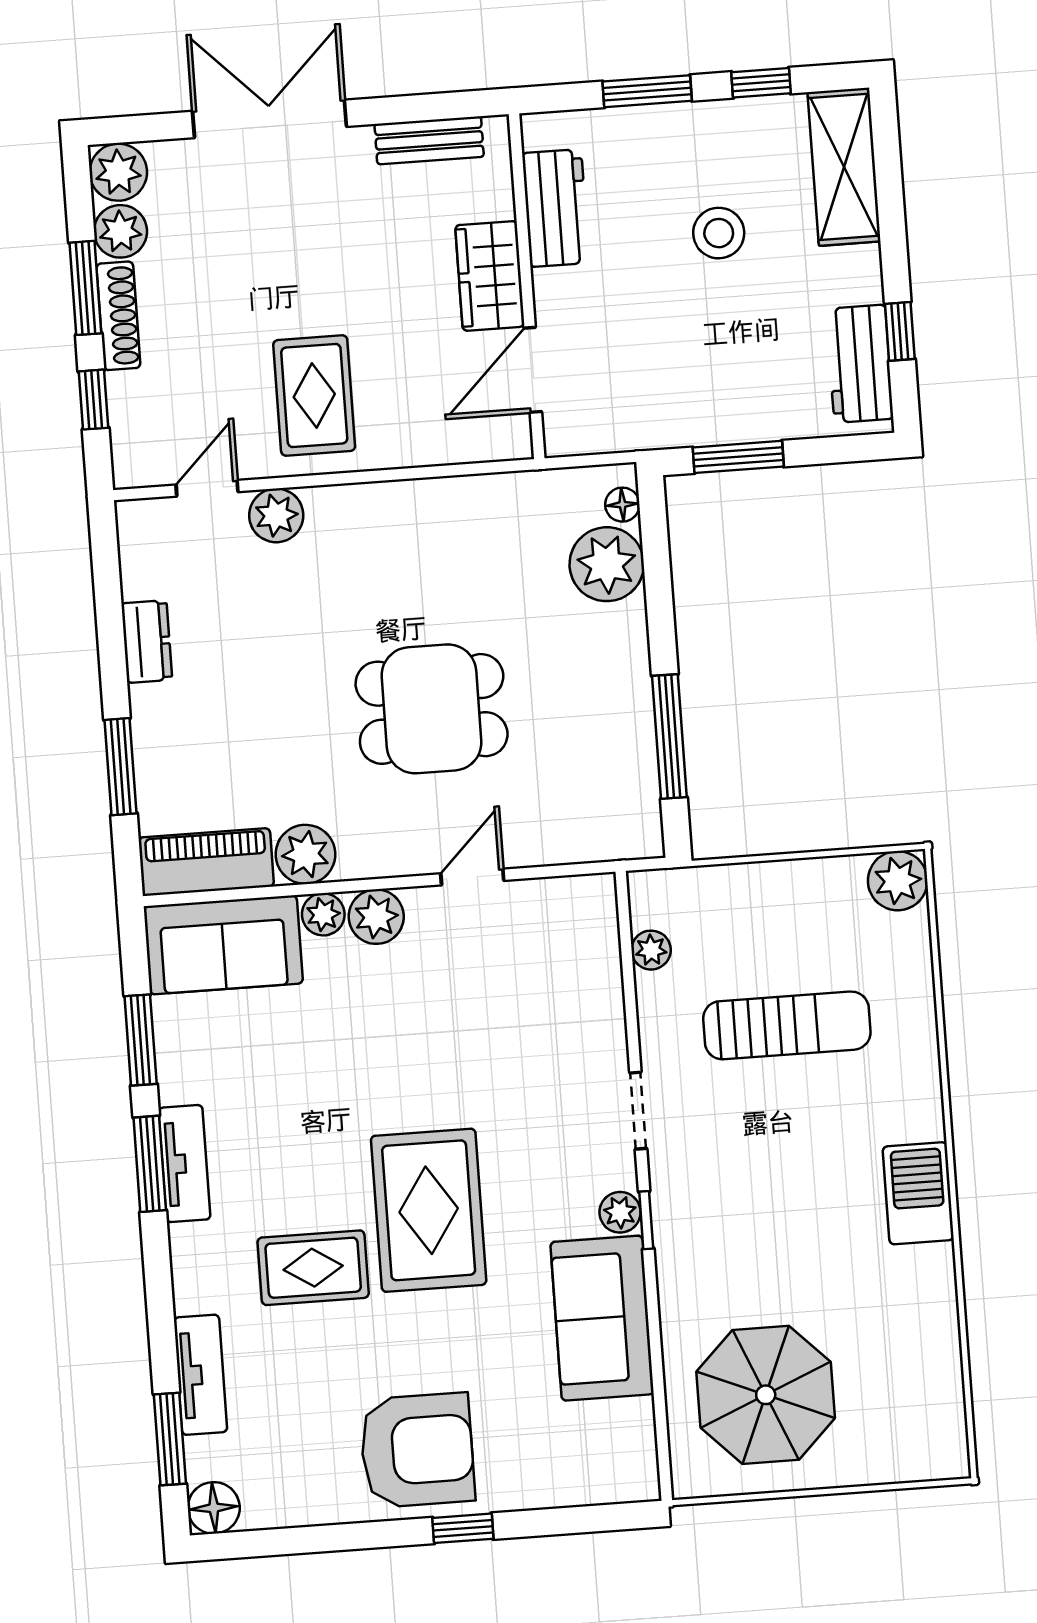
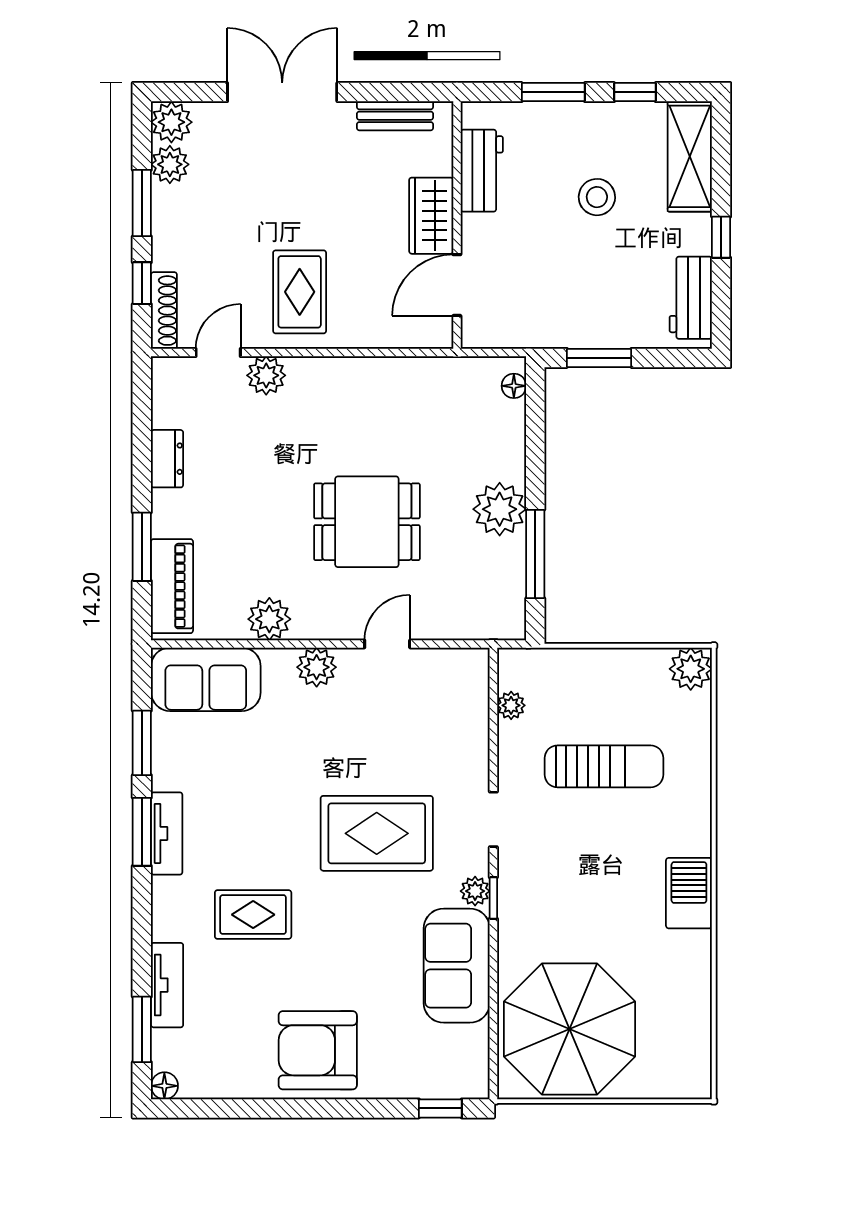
shoe rack: (118, 316) -> (164, 311), moved
window: (900, 331) -> (721, 237), moved
plant: (607, 564) -> (500, 509), moved
piano: (206, 862) -> (172, 586), moved, turned 90
plant: (323, 914) -> (279, 663), removed
rug: (429, 1210) -> (377, 833), moved, turned 90
parasol: (766, 1395) -> (569, 1029), width x1.36, depth x1.36
armchair: (417, 1450) -> (318, 1050), turned 180
floor lamp: (214, 1508) -> (164, 1086), width x0.73, depth x0.73
window: (463, 1528) -> (440, 1108), moved

